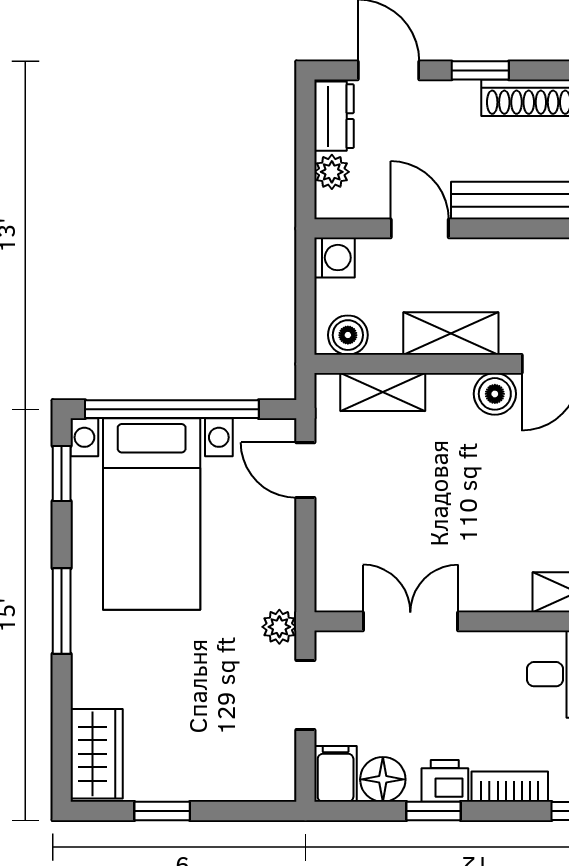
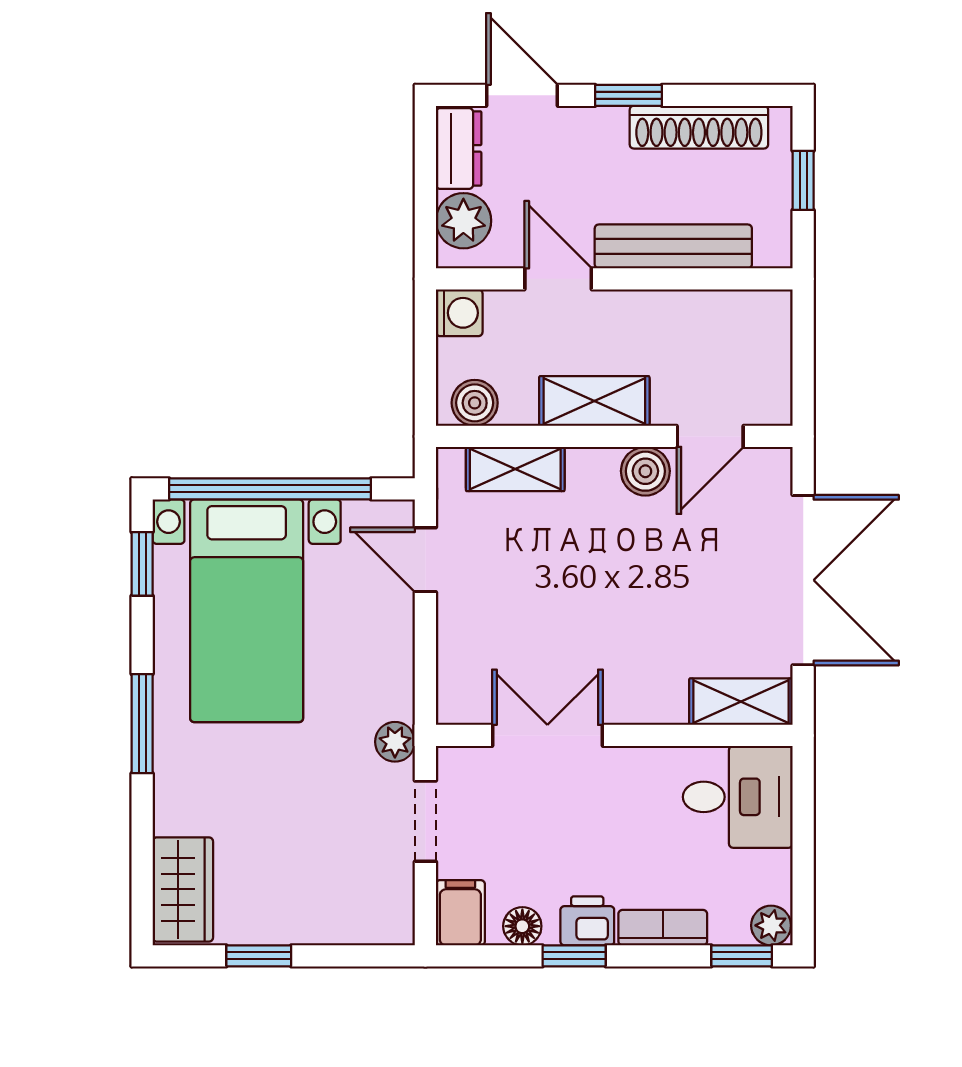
plant: (332, 172) -> (463, 221), width x1.38, depth x1.38
floor lamp: (383, 779) -> (522, 926), width x0.73, depth x0.73

